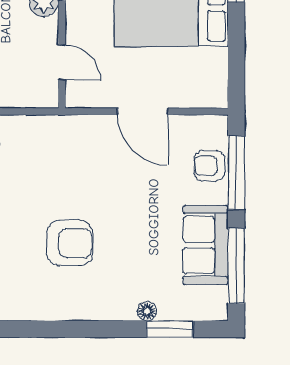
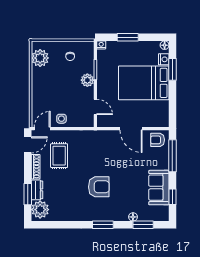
armchair: (209, 166) -> (158, 140), moved
window: (236, 266) -> (172, 197), width x0.46
window: (79, 329) -> (103, 225), added

